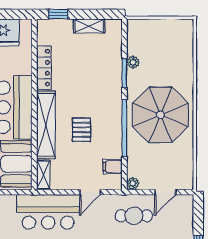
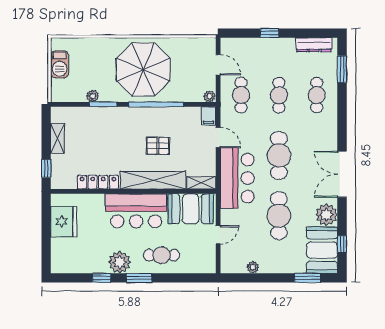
barbecue: (166, 28) -> (60, 64), added
filing cabinet: (113, 167) -> (208, 116), moved

